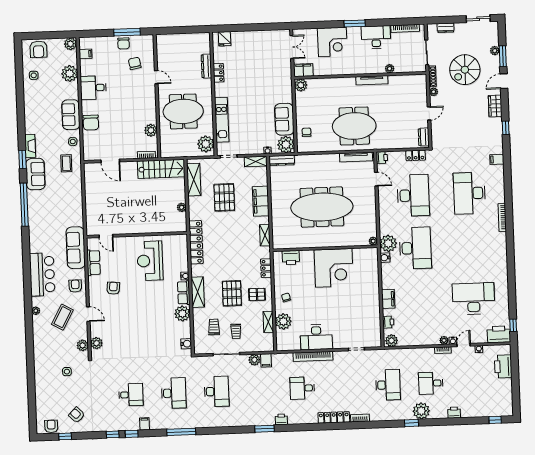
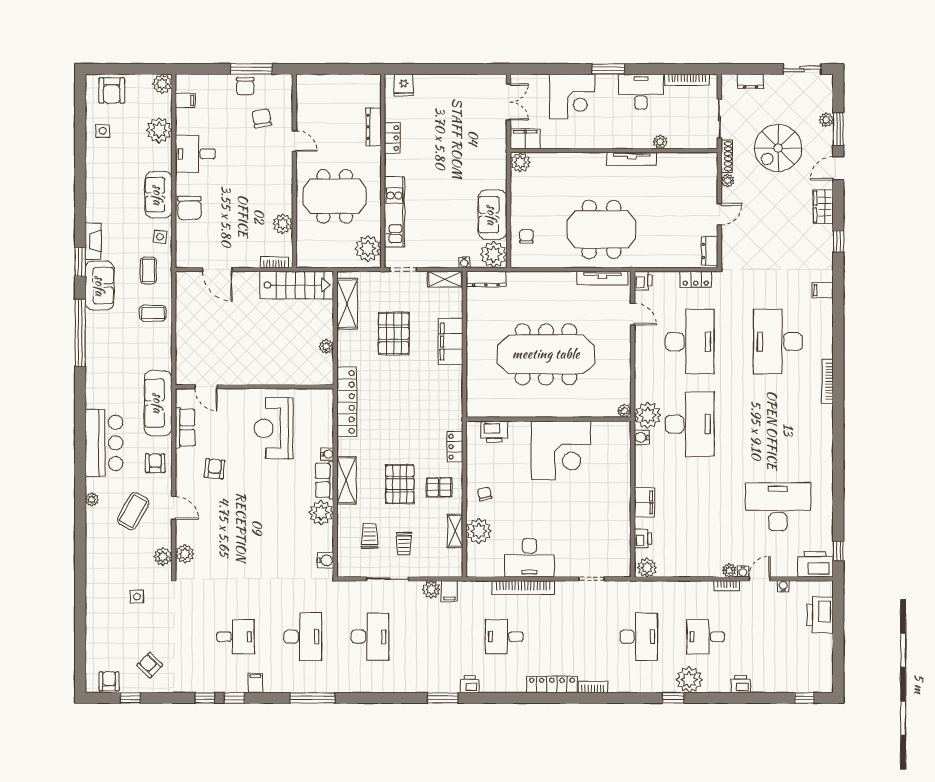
coffee table: (70, 190) -> (153, 313), added
shelving: (265, 235) -> (455, 395), removed

